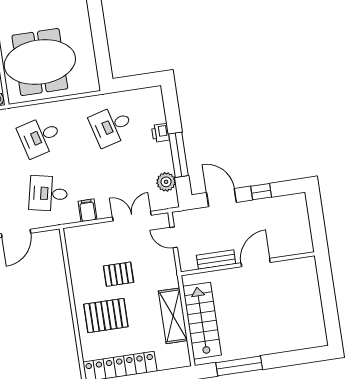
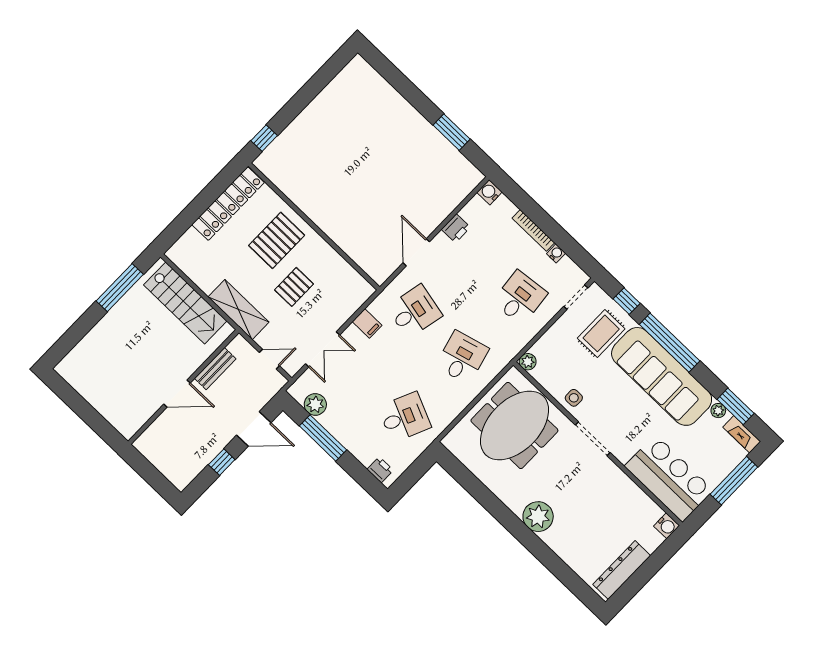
desk: (111, 126) -> (405, 417), turned 39
printer: (160, 133) -> (380, 470), moved
door: (256, 263) -> (177, 394), hinge flipped
shelving: (173, 316) -> (239, 310), moved

